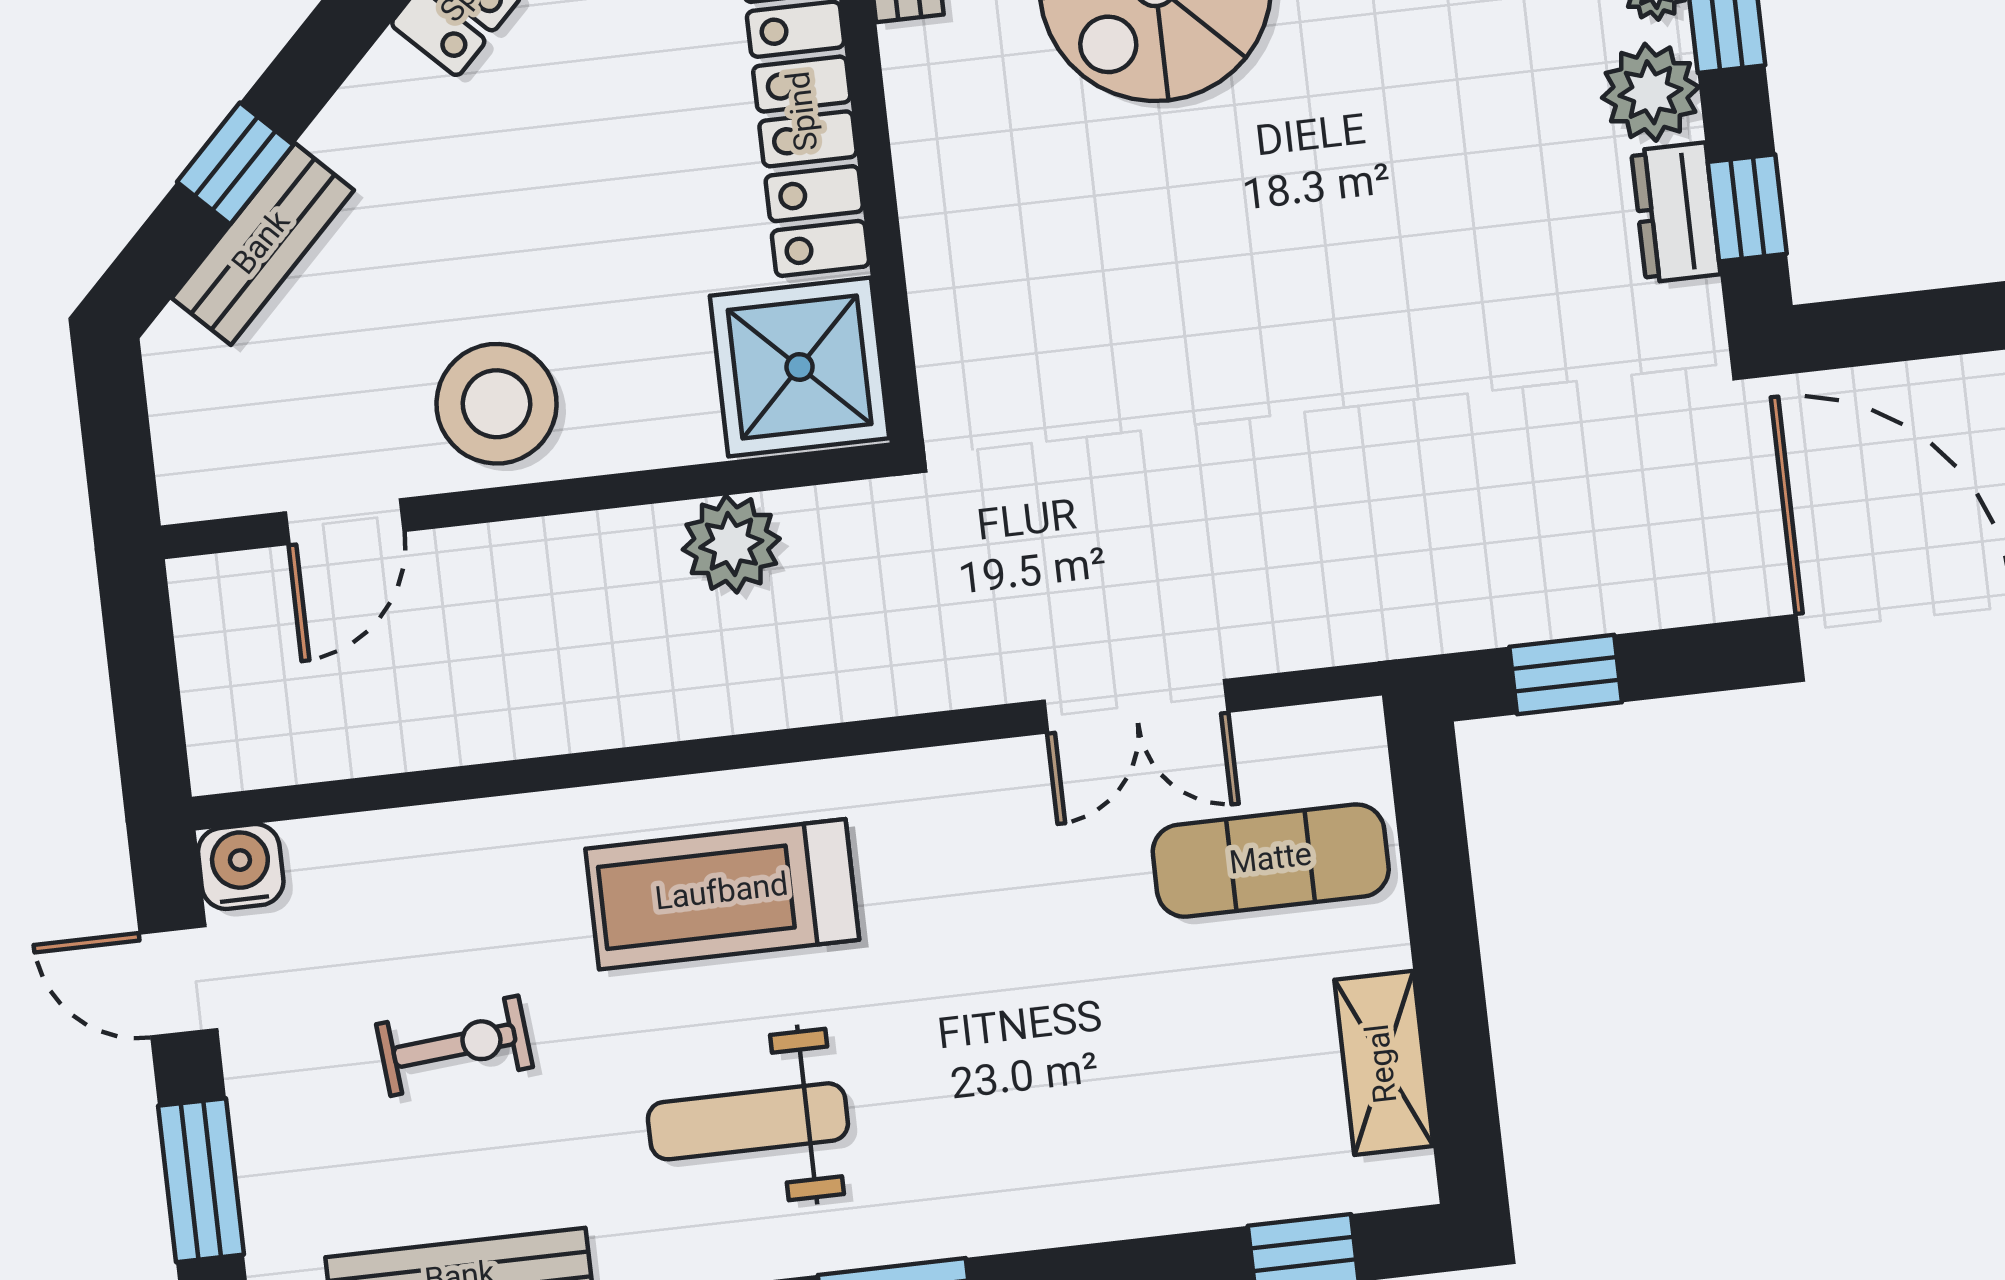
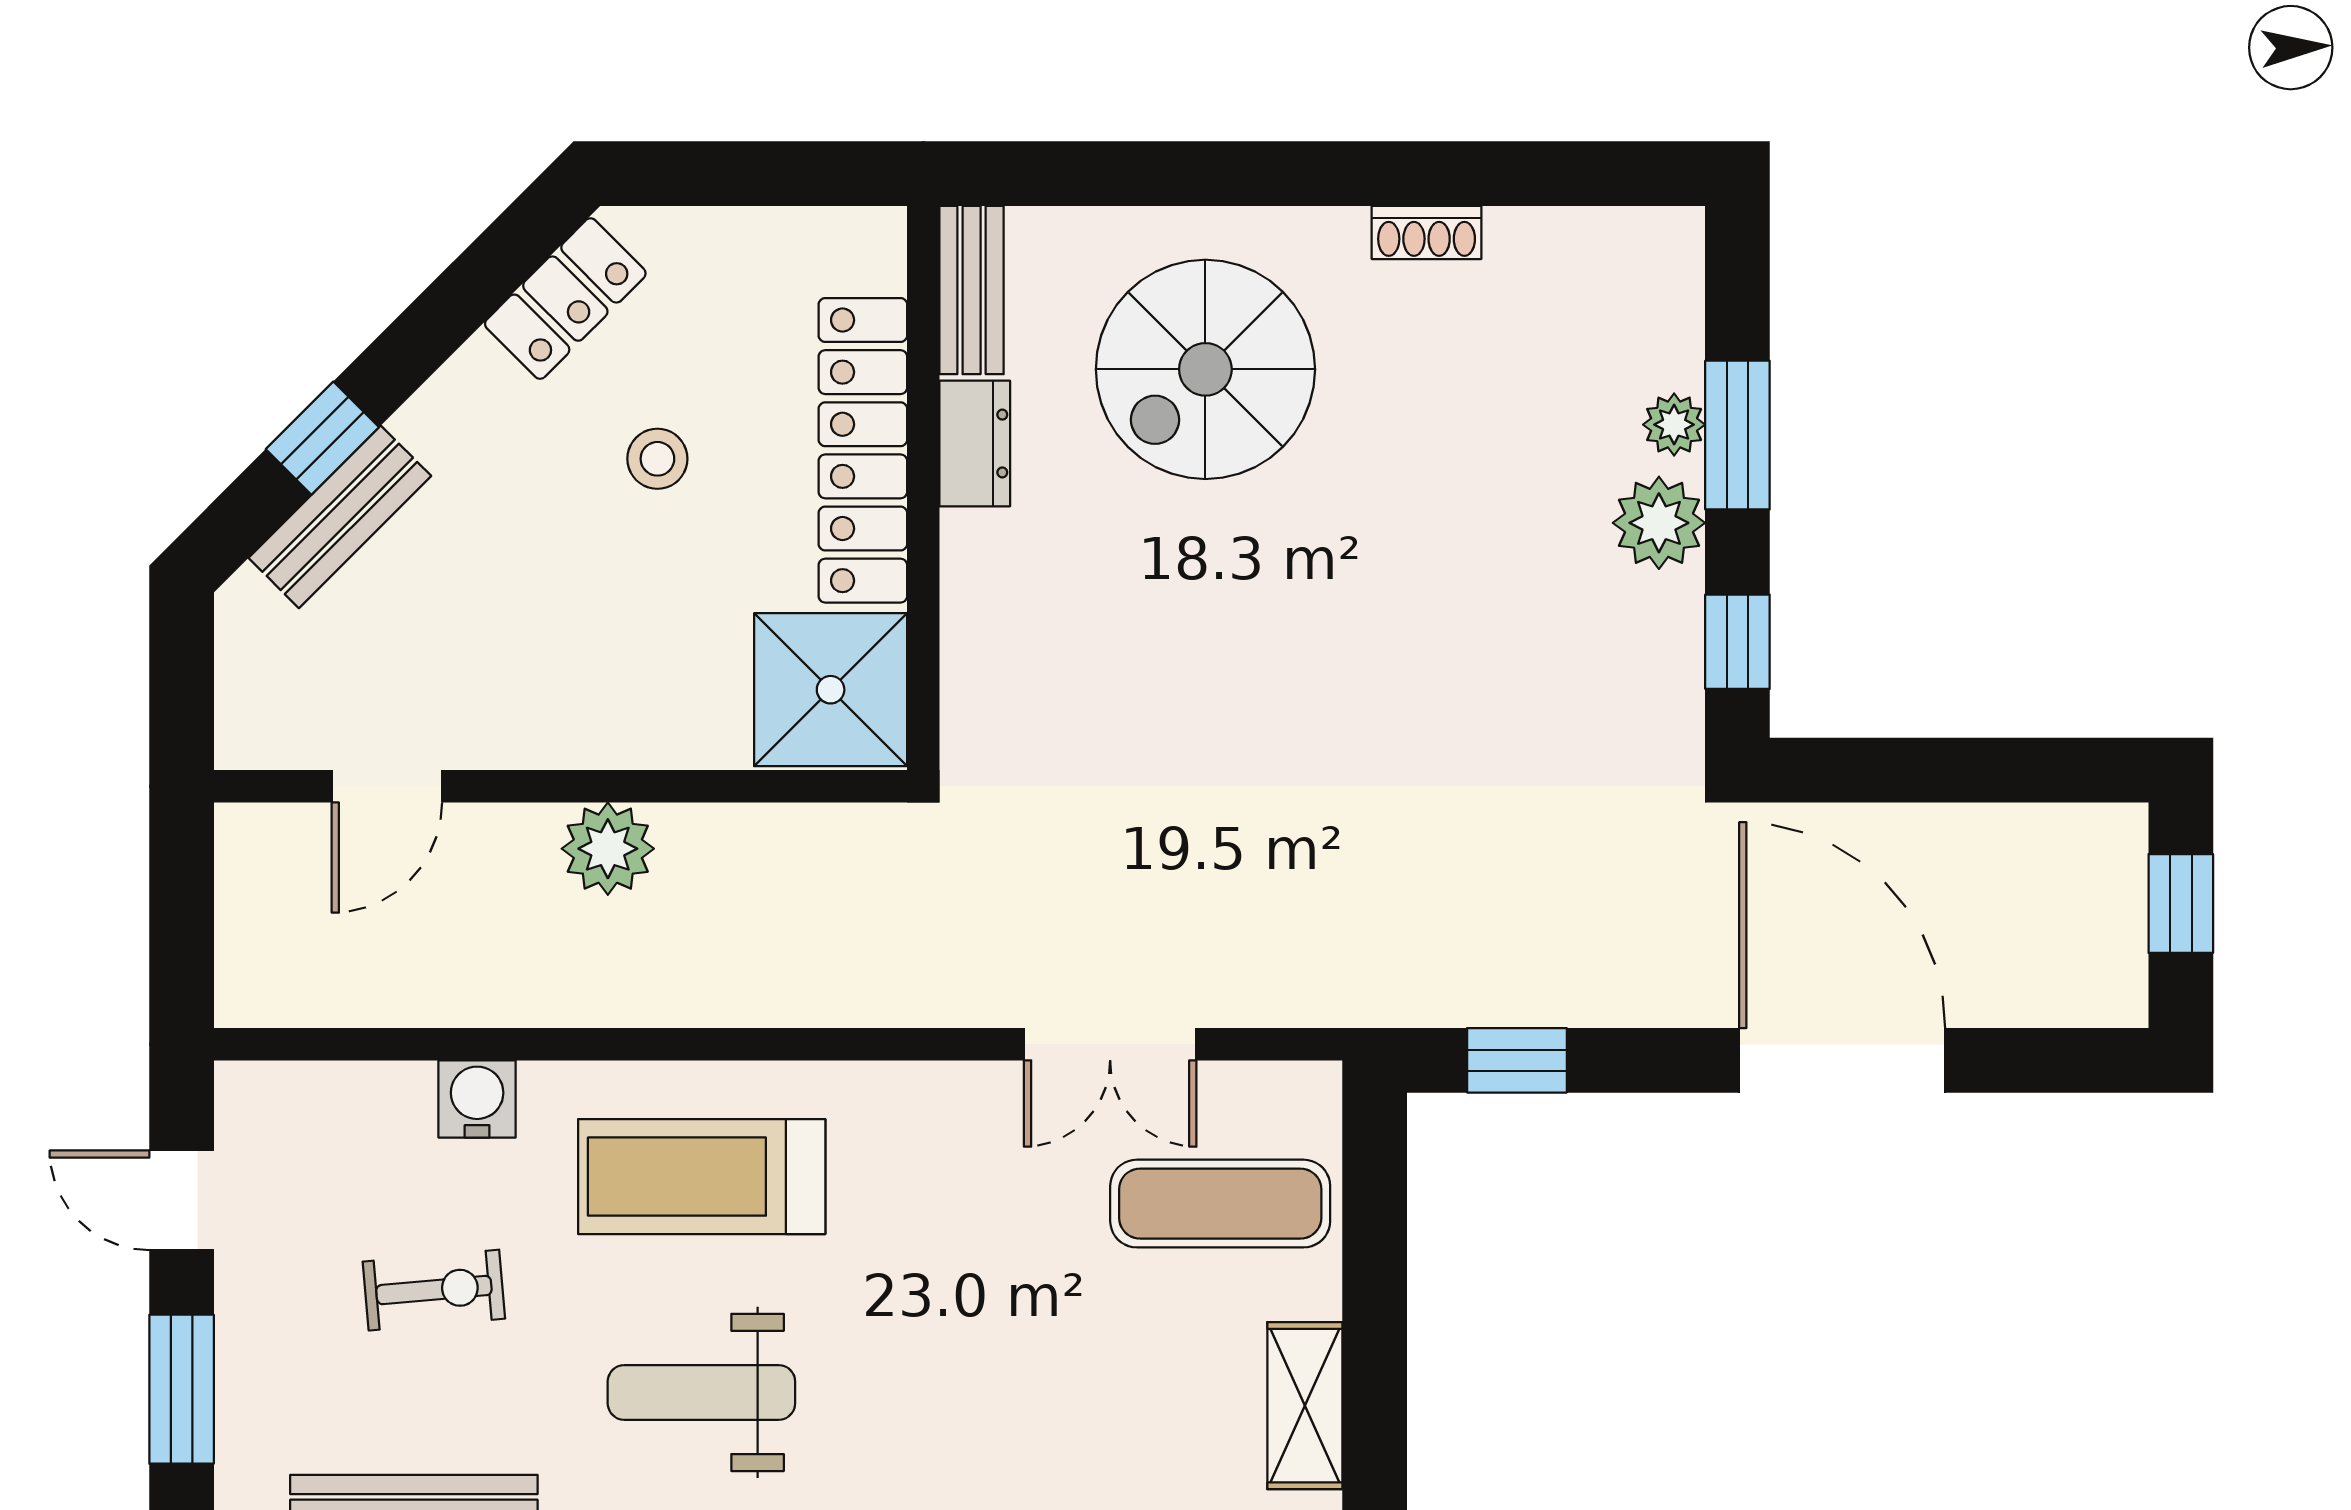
dresser: (1676, 212) -> (975, 444), moved, turned 180
stool: (497, 404) -> (657, 459), moved, width x0.53, depth x0.53
plant: (731, 544) -> (608, 849), moved
water cooler: (241, 867) -> (477, 1099), moved

